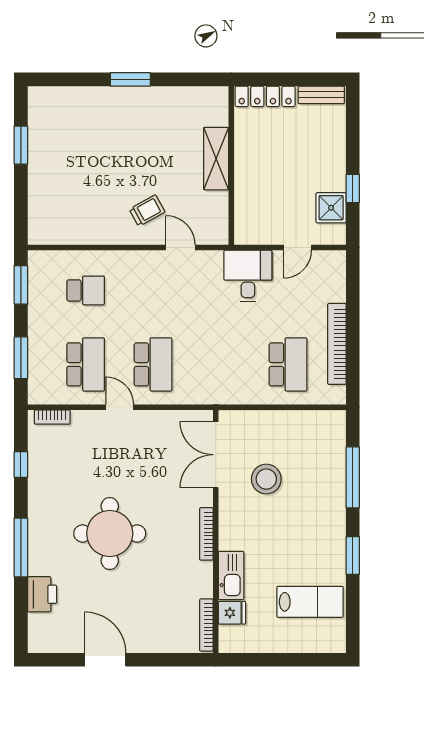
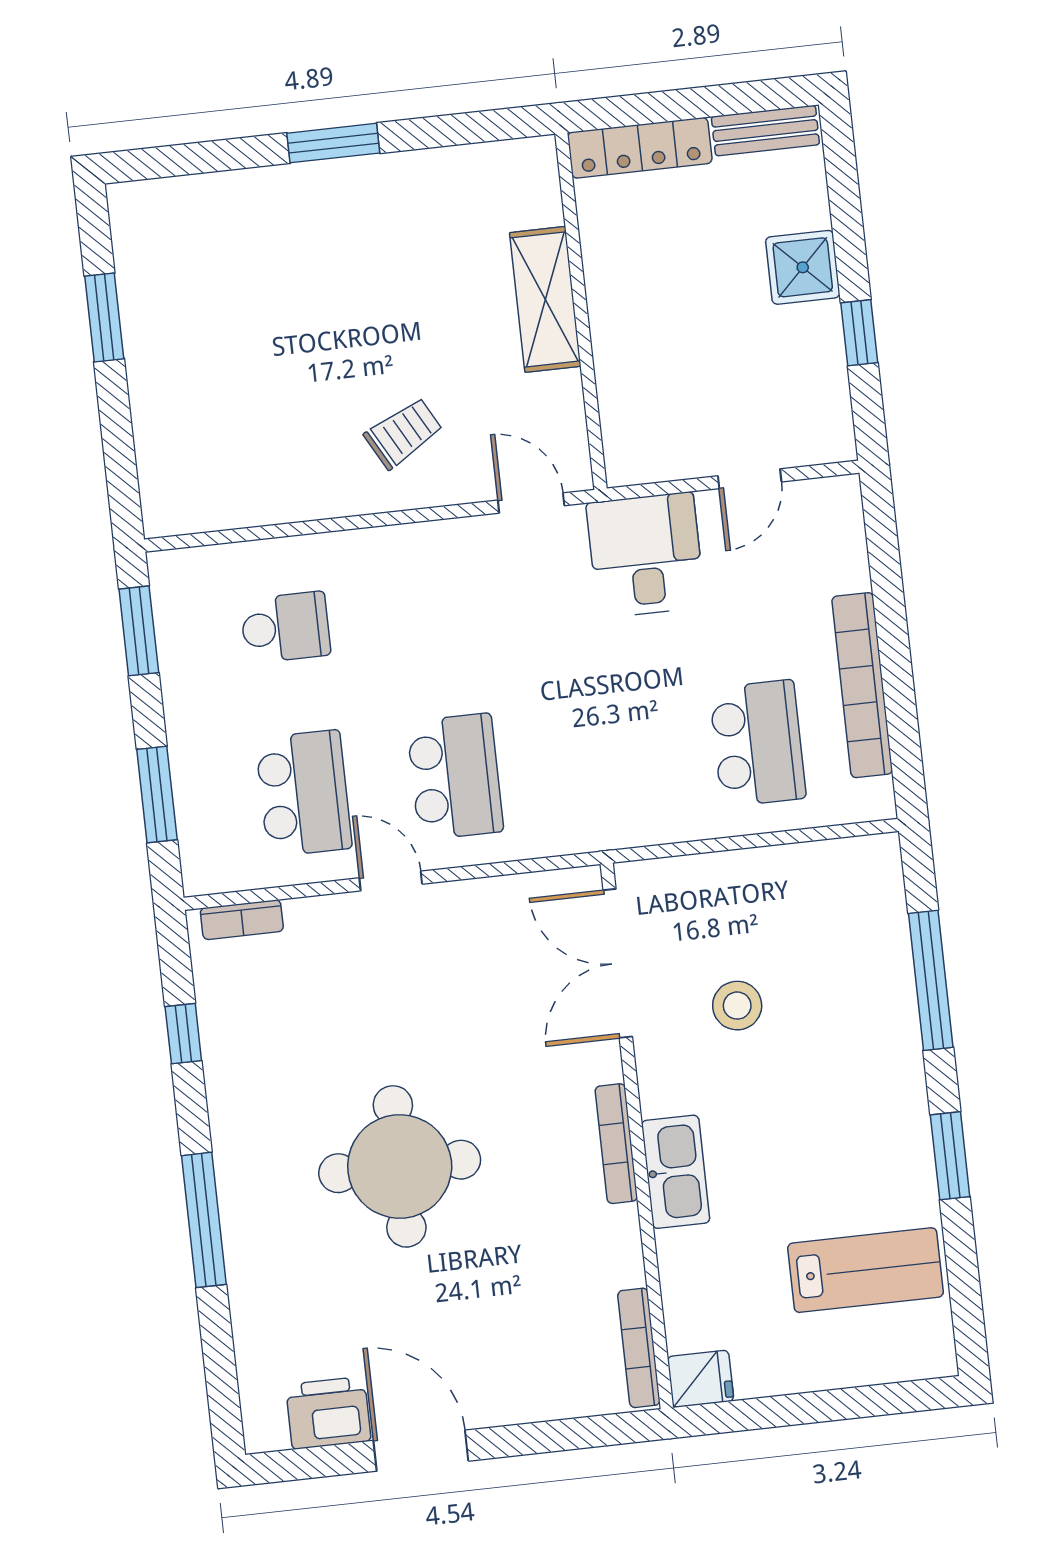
shower: (331, 208) -> (803, 267), moved
door: (180, 248) -> (531, 503), moved
stool: (266, 479) -> (737, 1006), width x0.73, depth x0.73
kitchen sink: (231, 575) -> (676, 1172), moved
printer: (42, 594) -> (328, 1413), moved, turned -90
fridge: (232, 613) -> (701, 1379), moved

